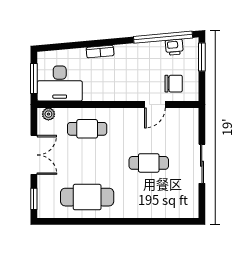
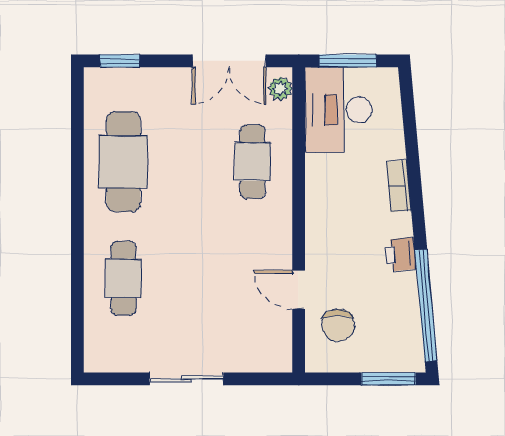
printer: (174, 47) -> (401, 254), moved
double door: (34, 155) -> (229, 61), moved
cafe table: (149, 163) -> (123, 278), moved

